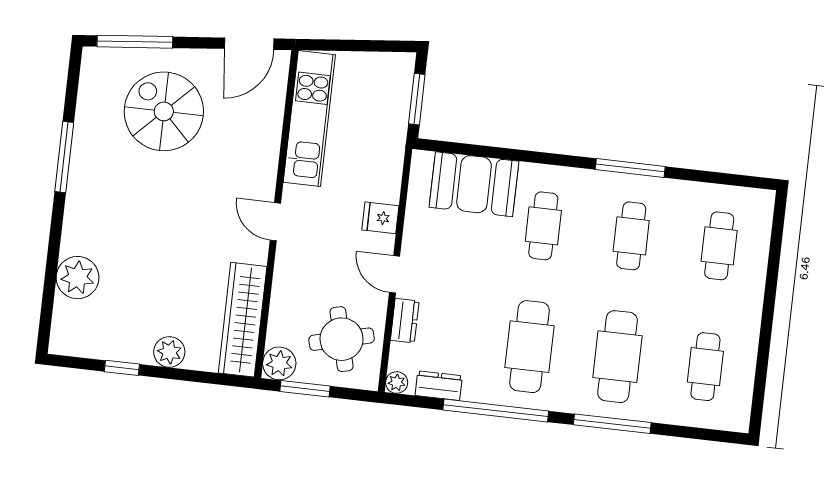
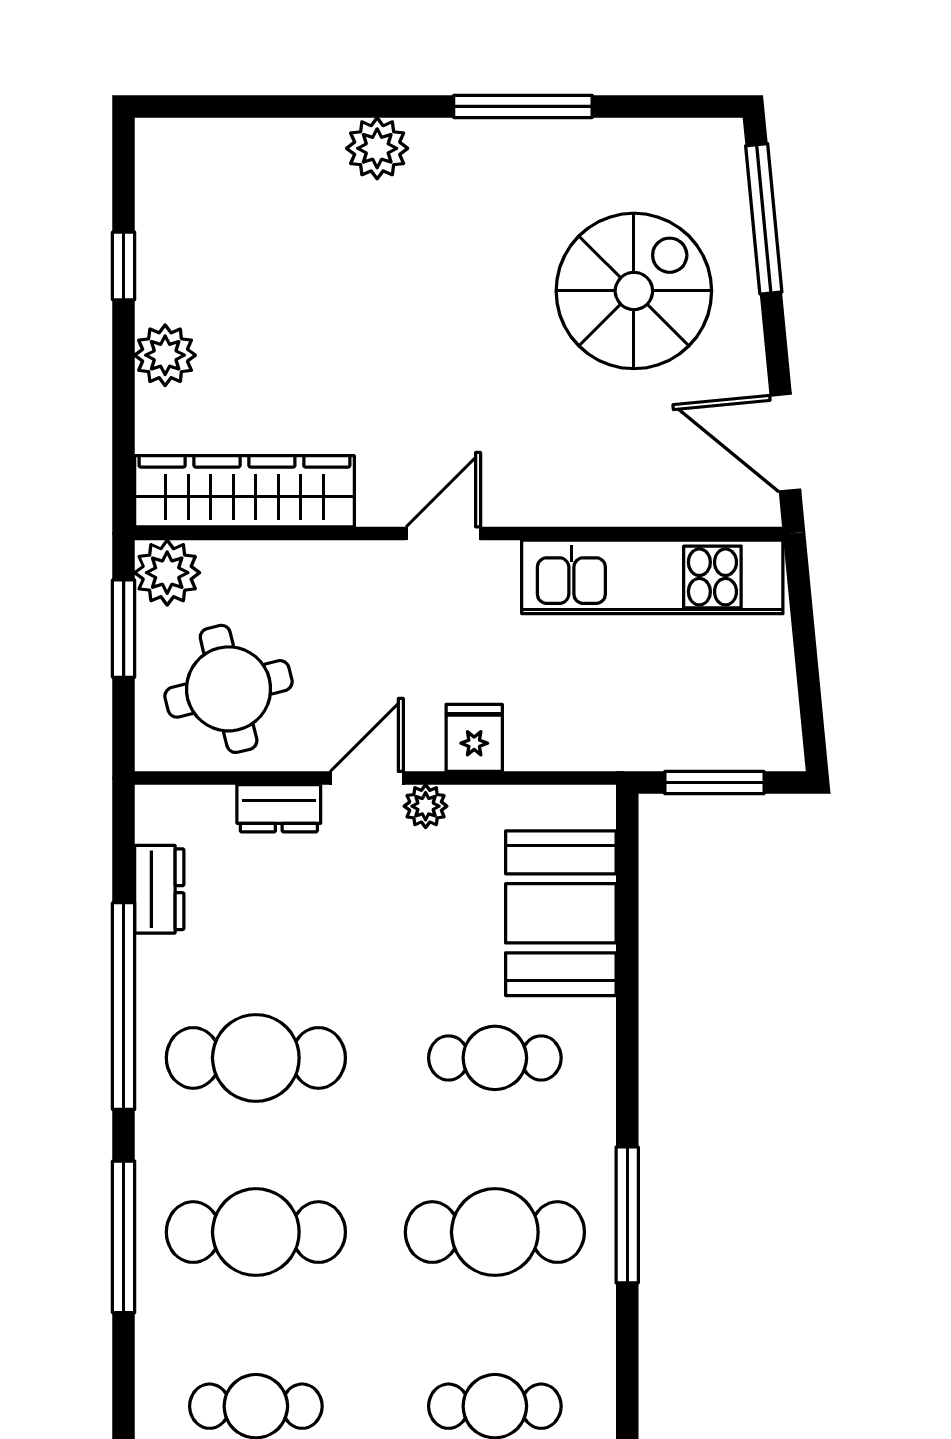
cafe table: (631, 236) -> (495, 1232), width x1.37, depth x1.35
plant: (78, 278) -> (377, 148), moved, width x0.73, depth x0.73
plant: (397, 382) -> (426, 806), moved

